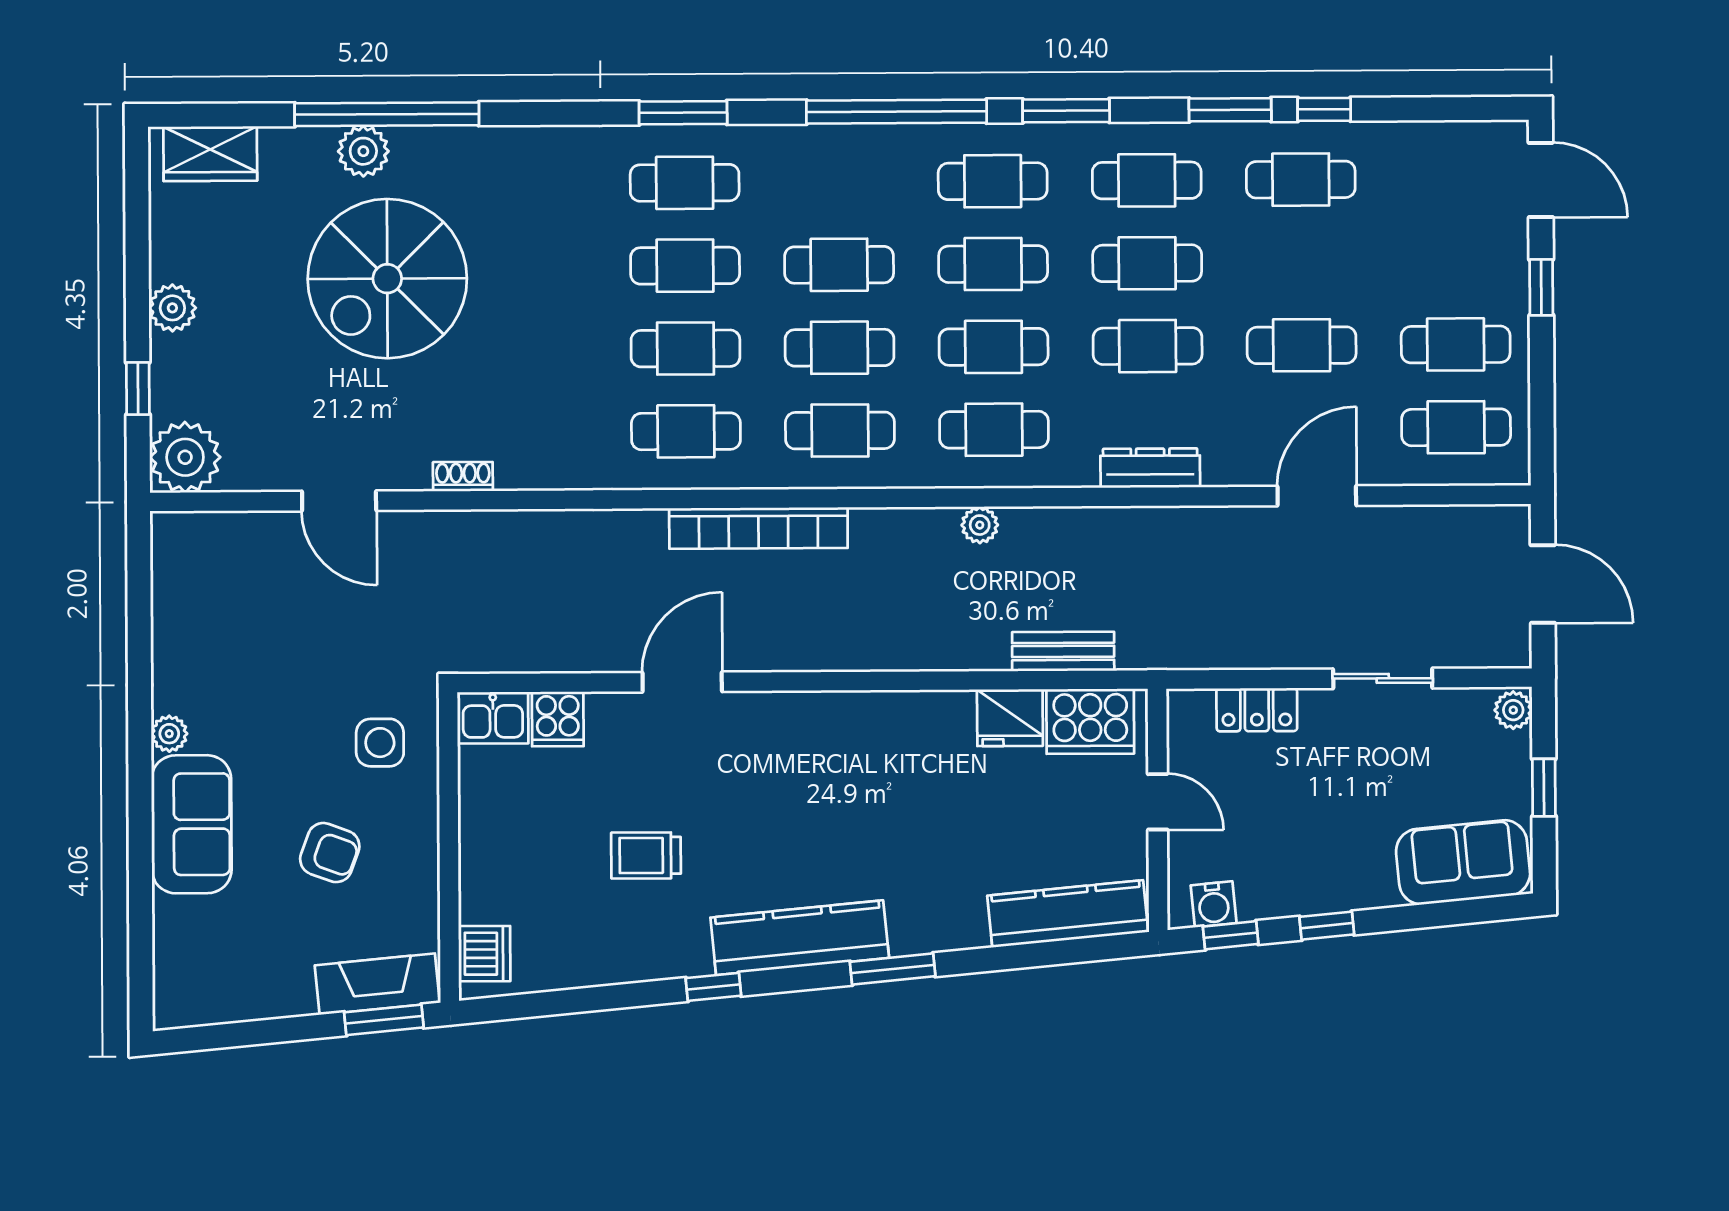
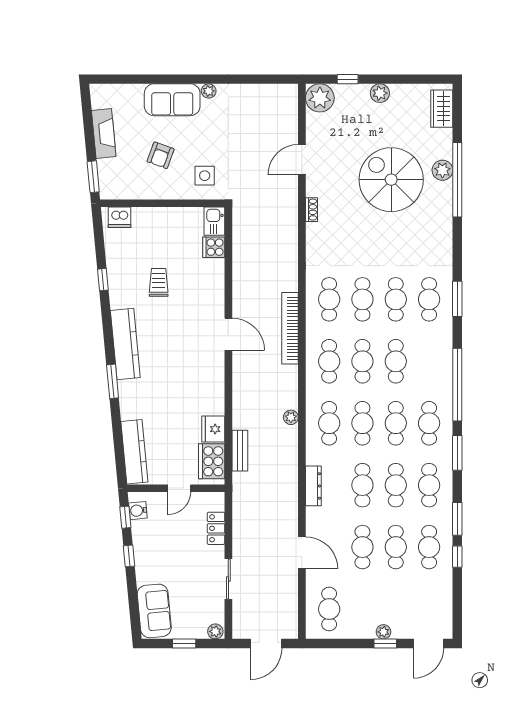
plant: (1512, 292) -> (383, 632), added
cafe table: (1456, 344) -> (396, 547), moved
door: (682, 682) -> (228, 334), moved
fireplace: (377, 984) -> (104, 133), moved
window: (713, 987) -> (103, 280), moved

